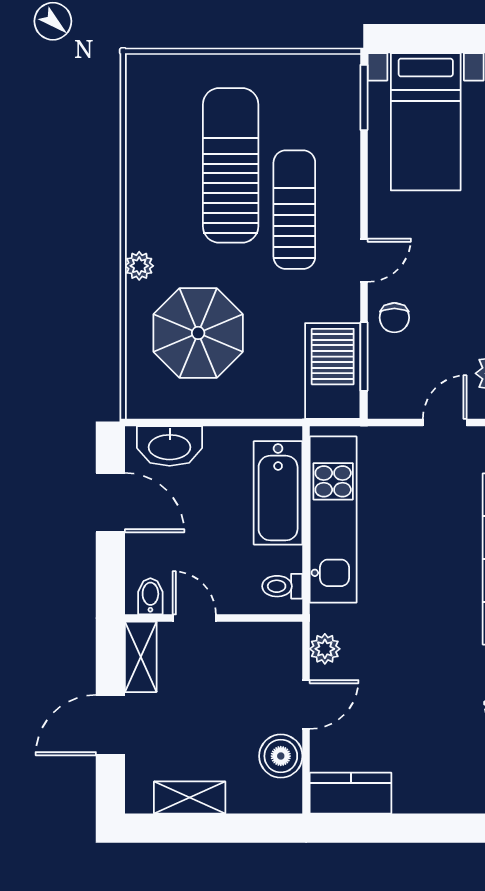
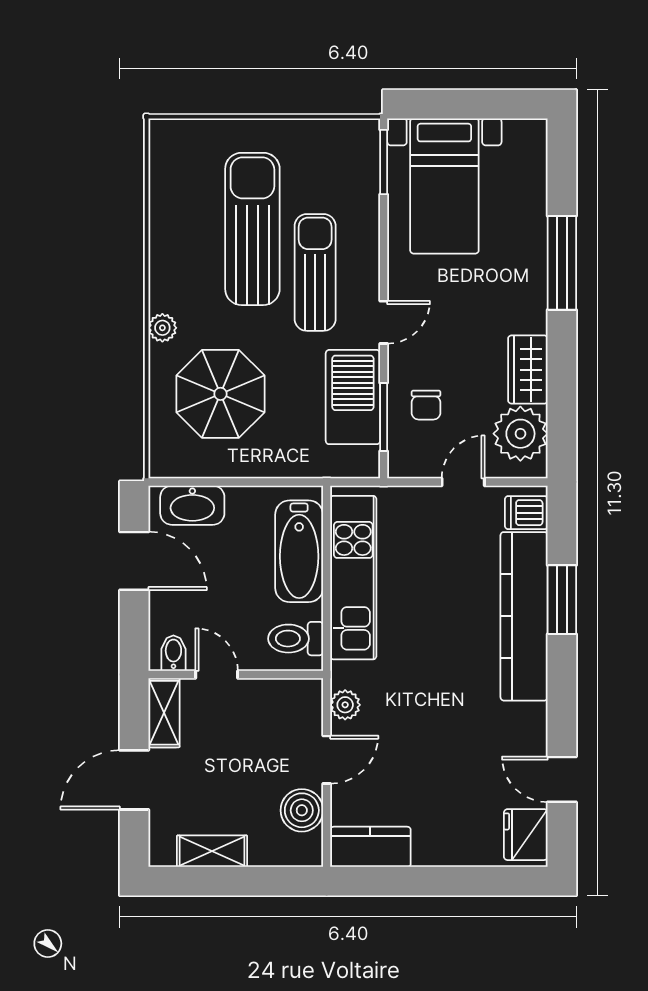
chair: (394, 318) -> (426, 405), moved
barbecue: (333, 371) -> (353, 397), moved
toilet: (282, 586) -> (296, 639), width x1.37, depth x1.39

